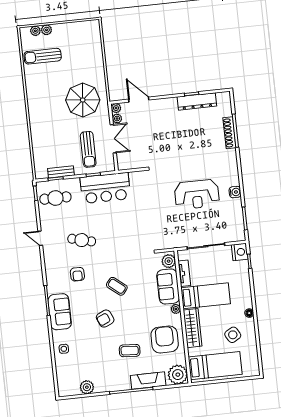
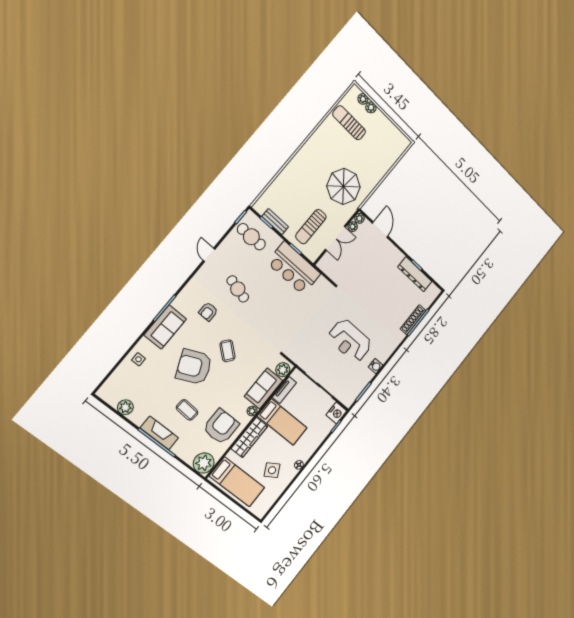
armchair: (105, 319) -> (194, 367), width x1.88, depth x1.88
fireplace: (148, 380) -> (159, 433), moved

